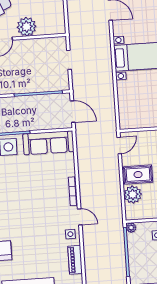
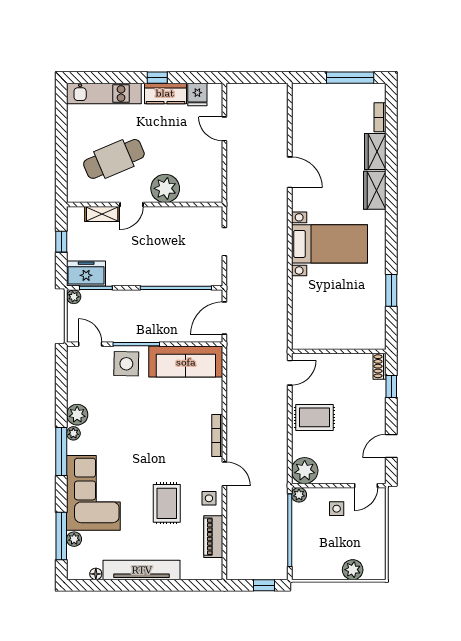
door: (73, 112) -> (224, 318), swing flipped
plant: (133, 195) -> (305, 471), moved
rug: (42, 239) -> (167, 503), added

